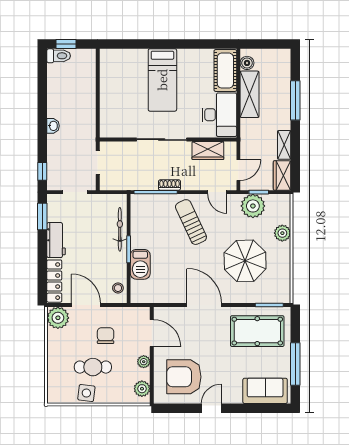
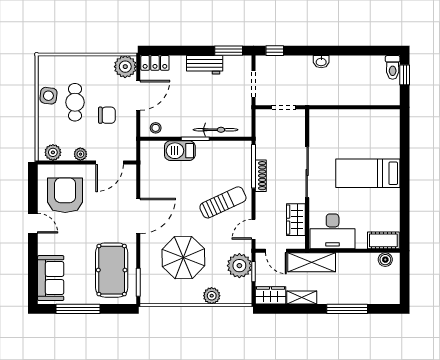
cot: (225, 71) -> (383, 240), width x0.73, depth x0.75
shelving: (250, 94) -> (312, 262), moved
shoe rack: (169, 185) -> (261, 176), width x1.43
locker: (54, 281) -> (155, 63), width x0.66

